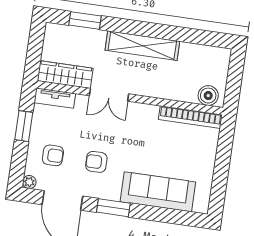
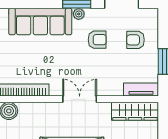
double door: (109, 95) -> (80, 99), moved
plant: (29, 182) -> (79, 14), moved

